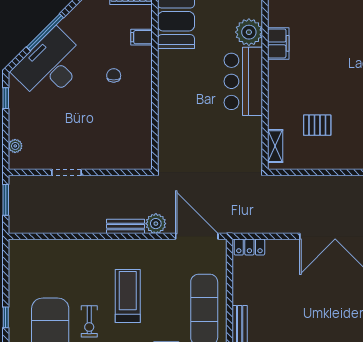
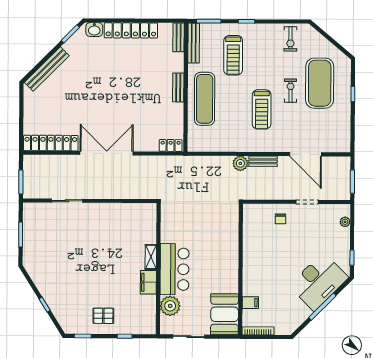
filing cabinet: (278, 43) -> (148, 282), moved
chair: (114, 75) -> (280, 219), moved
pallet: (317, 125) -> (103, 316), moved
shelving: (275, 146) -> (151, 257), moved
door: (197, 236) -> (306, 154), moved

